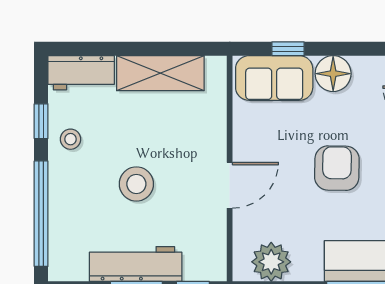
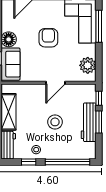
armchair: (337, 168) -> (48, 38), turned 89
door: (230, 185) -> (56, 83), swing flipped

